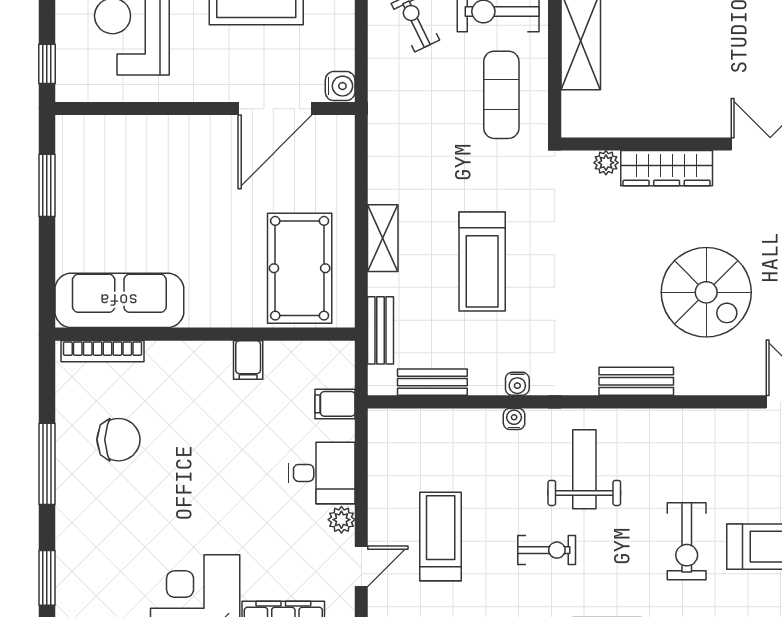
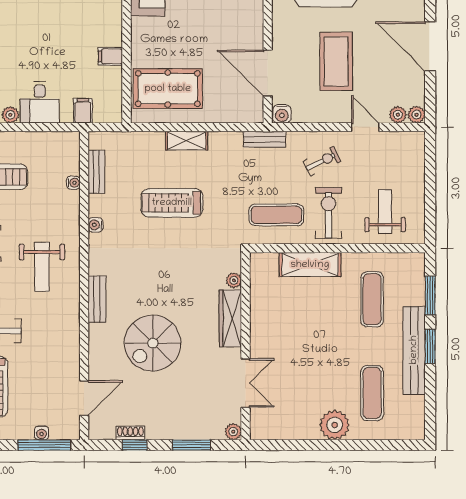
bench: (381, 330) -> (265, 139), moved
water cooler: (514, 419) -> (73, 183), moved
weight bench: (584, 469) -> (42, 267), turned 90

